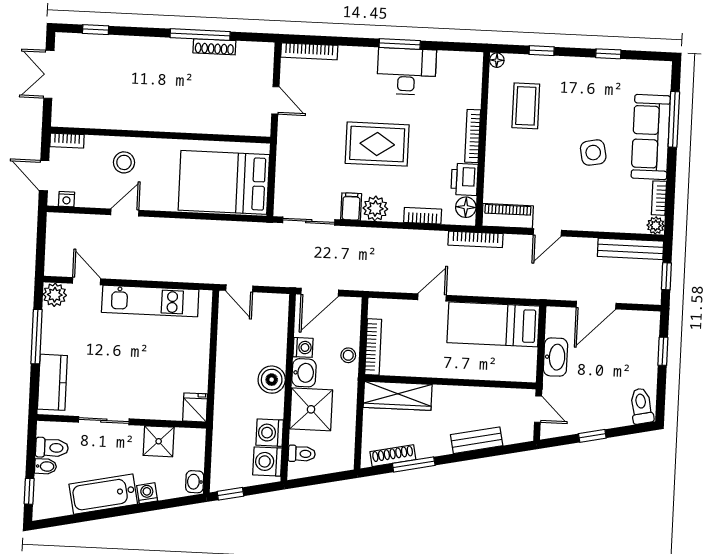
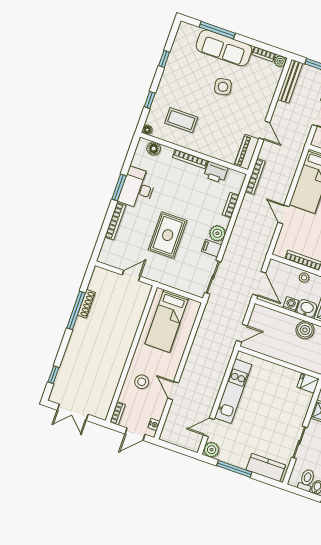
bookcase: (309, 51) -> (115, 221), moved
rug: (377, 144) -> (168, 235), moved
bed: (224, 182) -> (167, 321), width x0.67
floor lamp: (466, 207) -> (154, 149), moved

